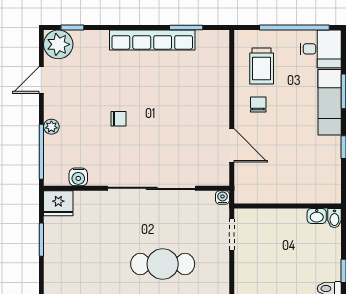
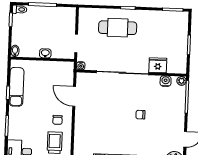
exam couch: (330, 102) -> (16, 87), moved
plant: (51, 127) -> (181, 81), moved
fridge: (58, 203) -> (158, 65), moved
washbasin: (317, 216) -> (45, 53), moved

